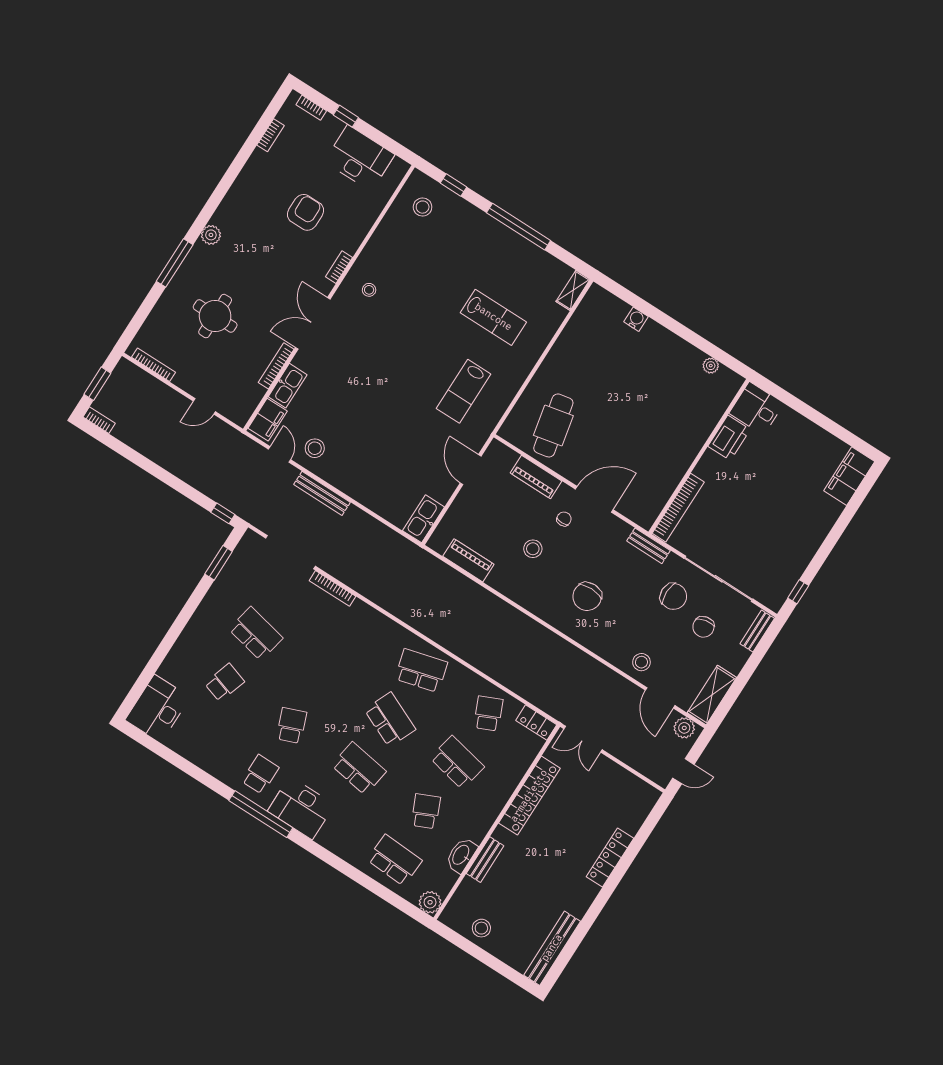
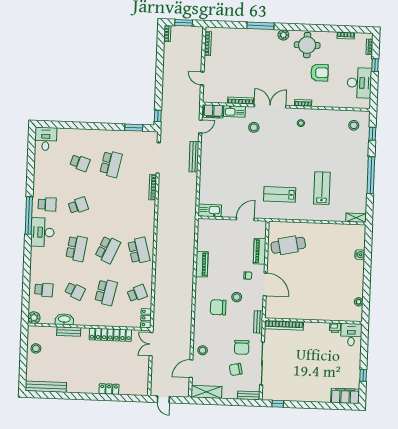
round table: (215, 316) -> (307, 45), moved
lab bench: (493, 317) -> (322, 188), turned 180
window: (833, 428) -> (363, 375), added
printer: (729, 438) -> (335, 328), width x0.53, depth x0.68
stool: (315, 448) -> (254, 127), moved
stool: (533, 549) -> (237, 297), moved
piano: (468, 560) -> (202, 264), moved
desk: (158, 709) -> (46, 139), width x0.73
plant: (684, 728) -> (184, 388), removed
school desk: (426, 811) -> (75, 291), turned 48
locker: (610, 858) -> (109, 389), width x0.66
school desk: (395, 860) -> (44, 290), width x0.54

